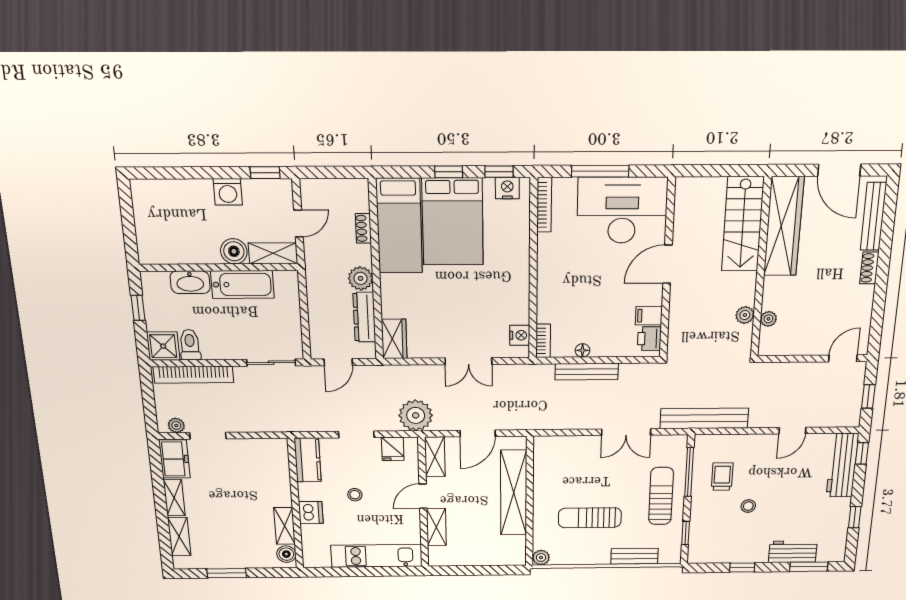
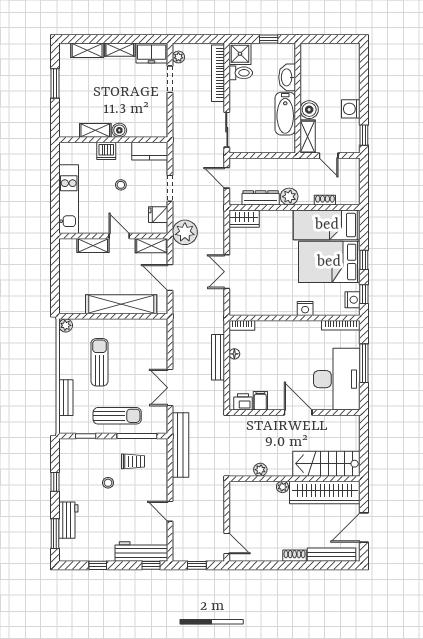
plant: (768, 319) -> (282, 487), moved
nightstand: (520, 335) -> (305, 309), moved
boiler: (286, 554) -> (119, 130), moved

